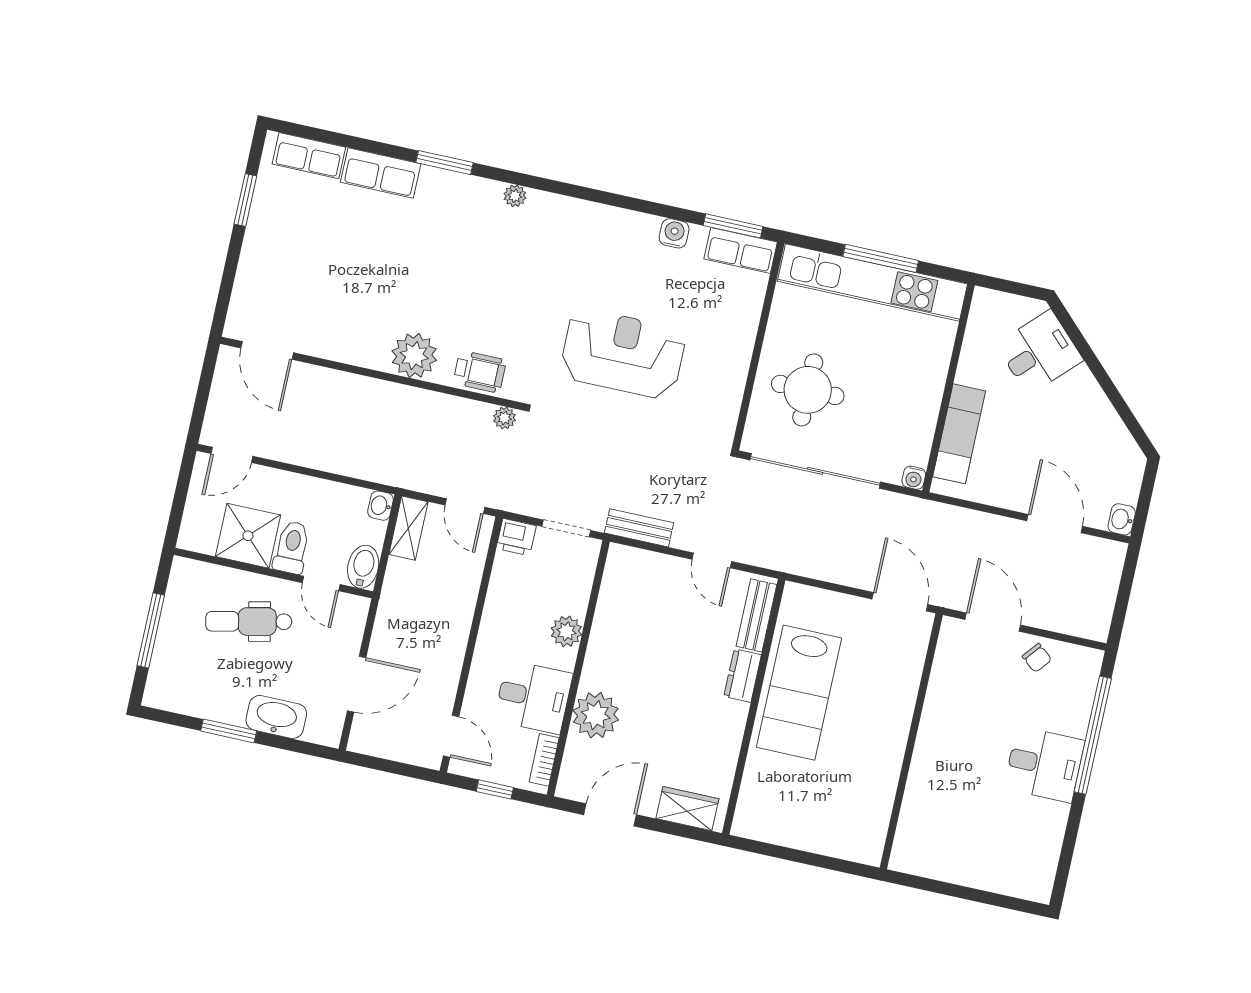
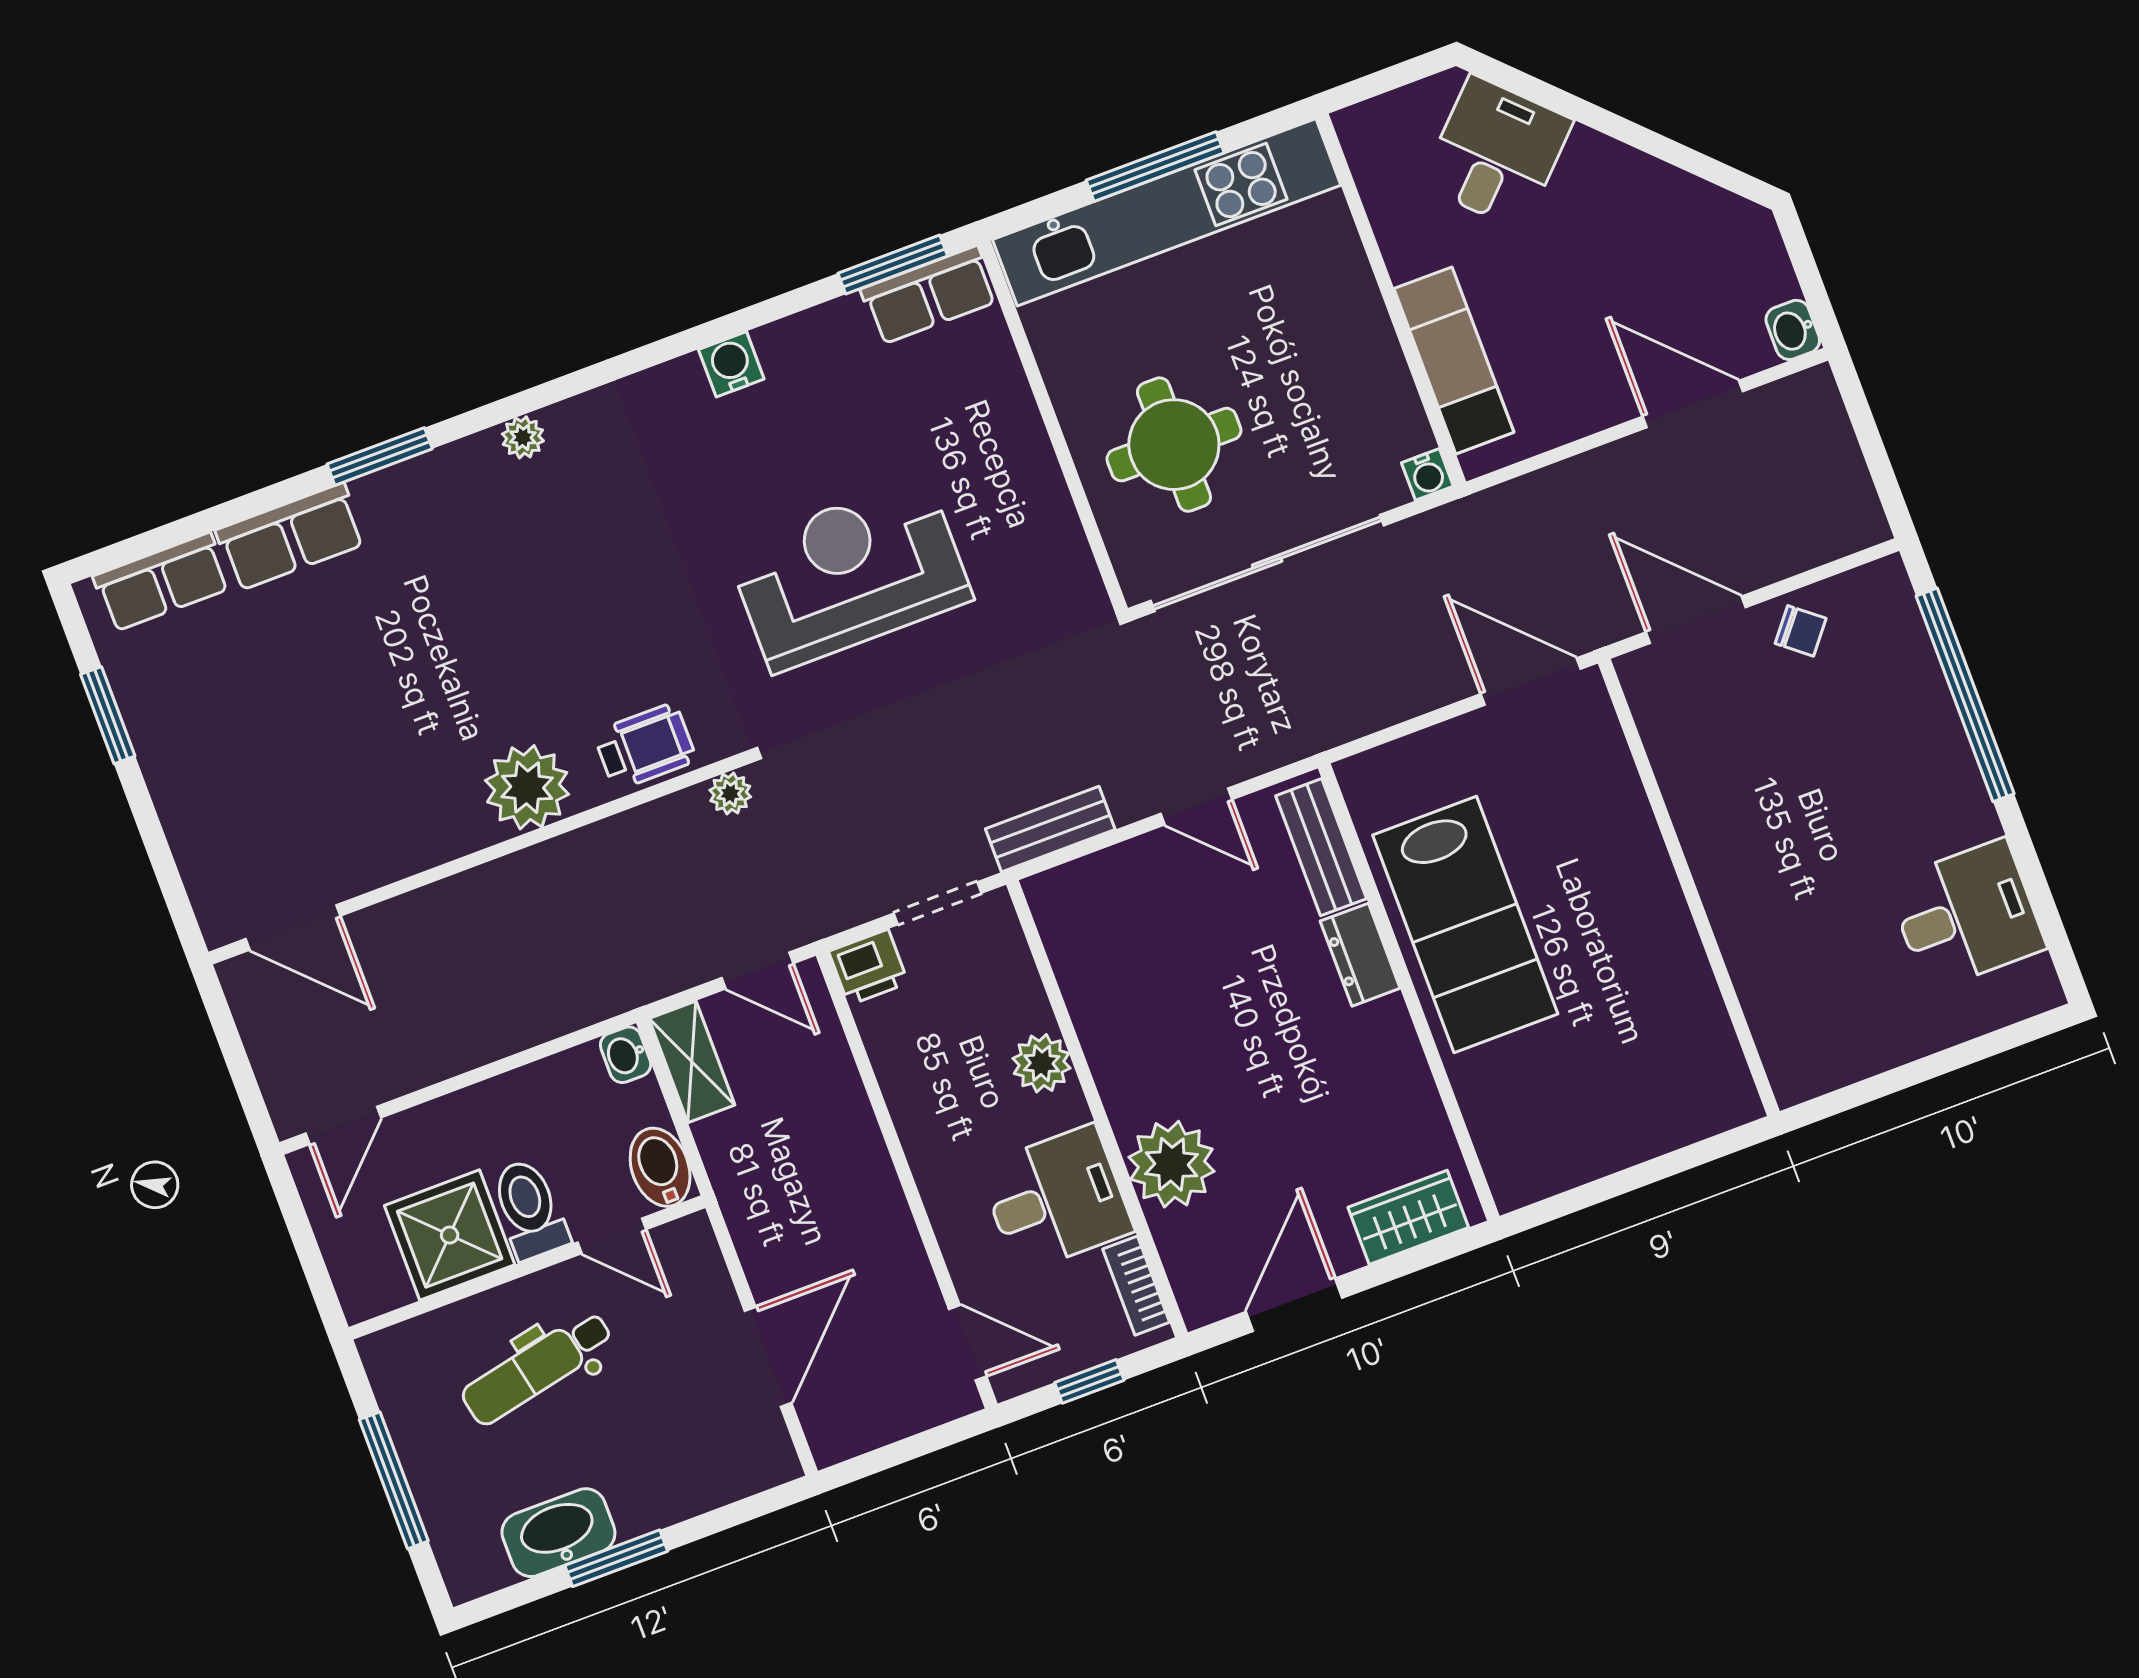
water cooler: (674, 233) -> (731, 364), moved
washbasin: (276, 717) -> (558, 1533), moved
desk: (1044, 764) -> (1966, 915), moved

